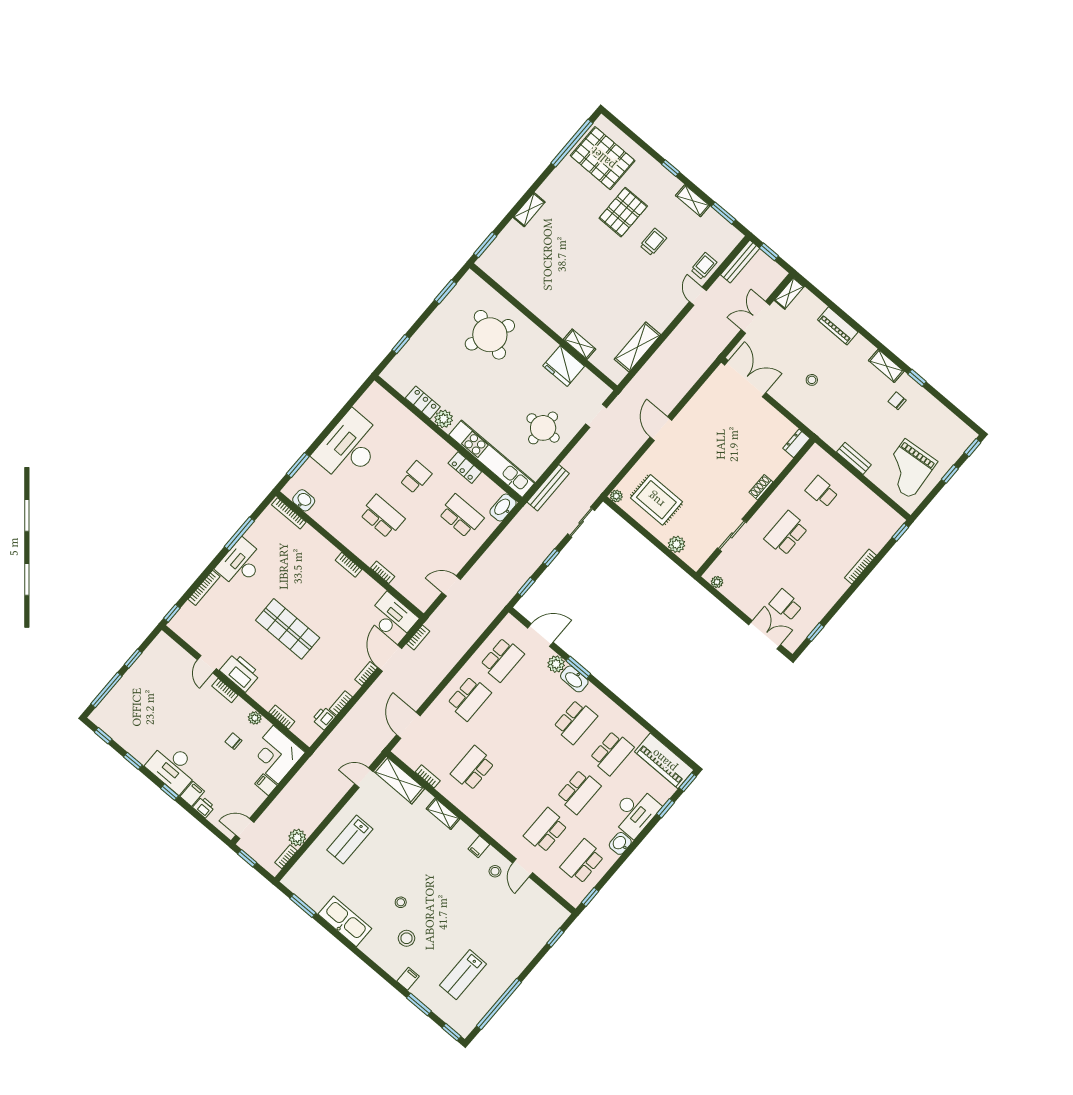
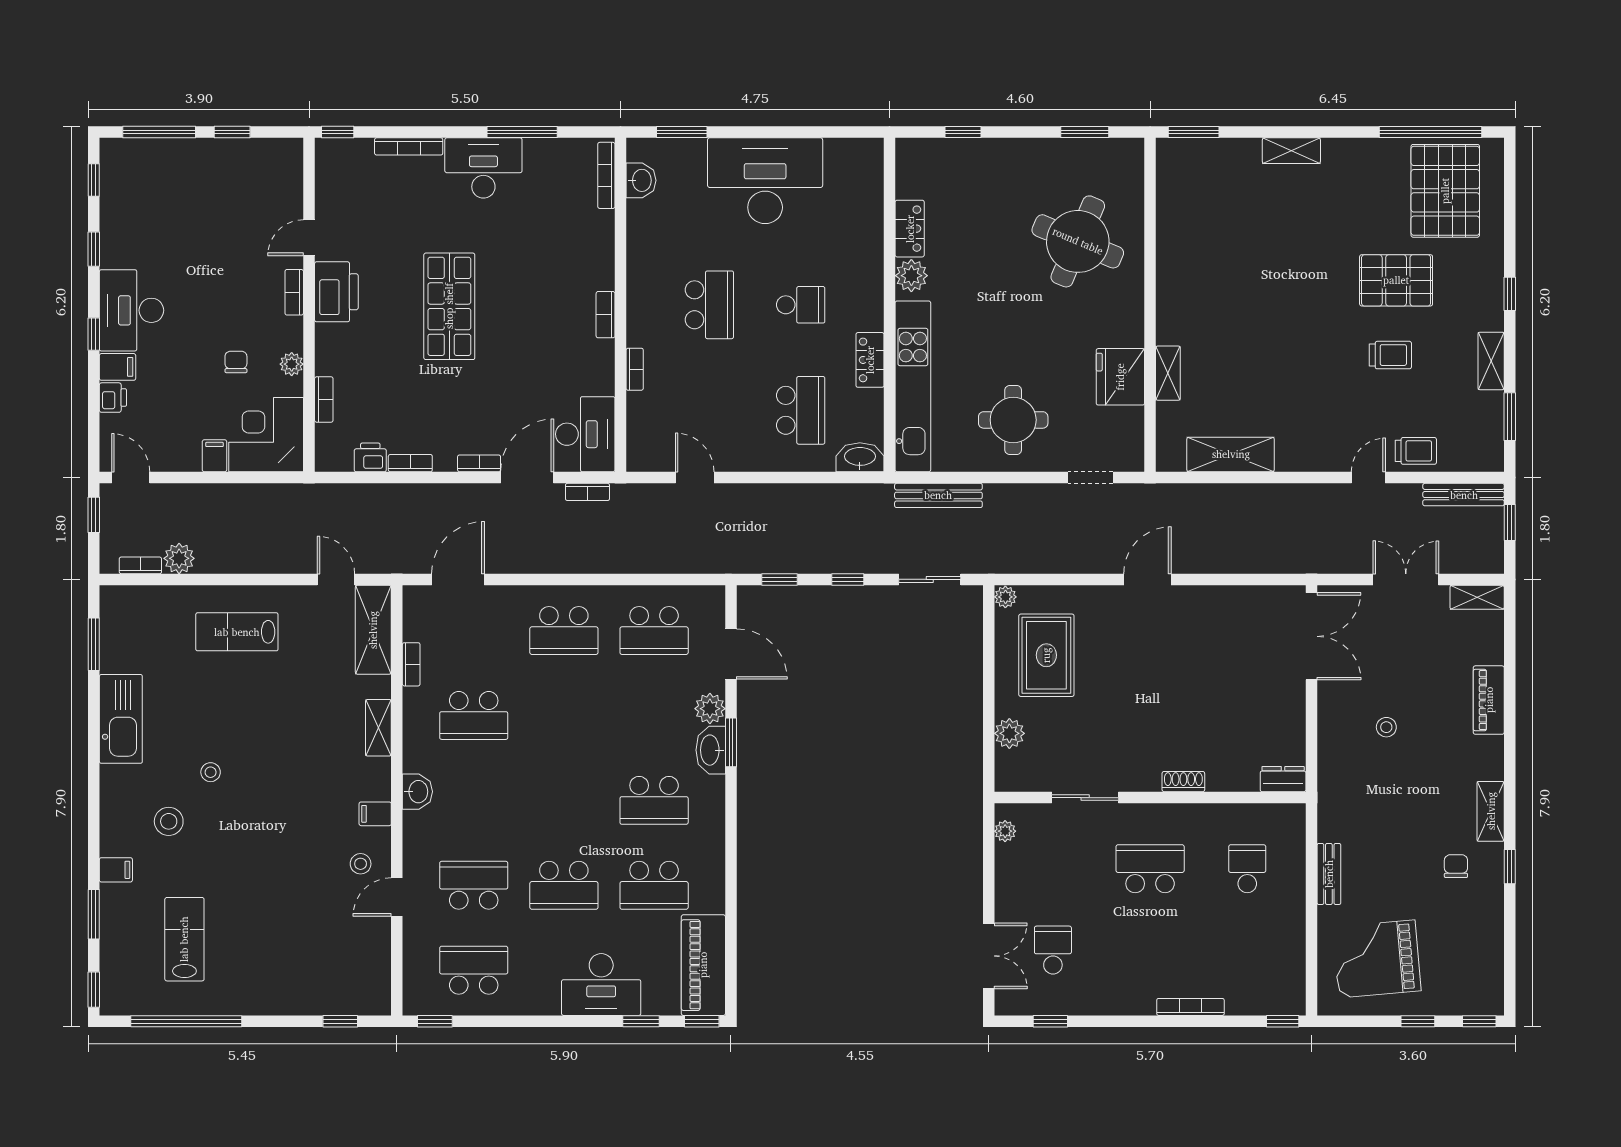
school desk: (473, 768) -> (474, 715), turned 180
washbasin: (620, 843) -> (417, 792), moved, turned 90
lab bench: (463, 975) -> (184, 939), turned 90

